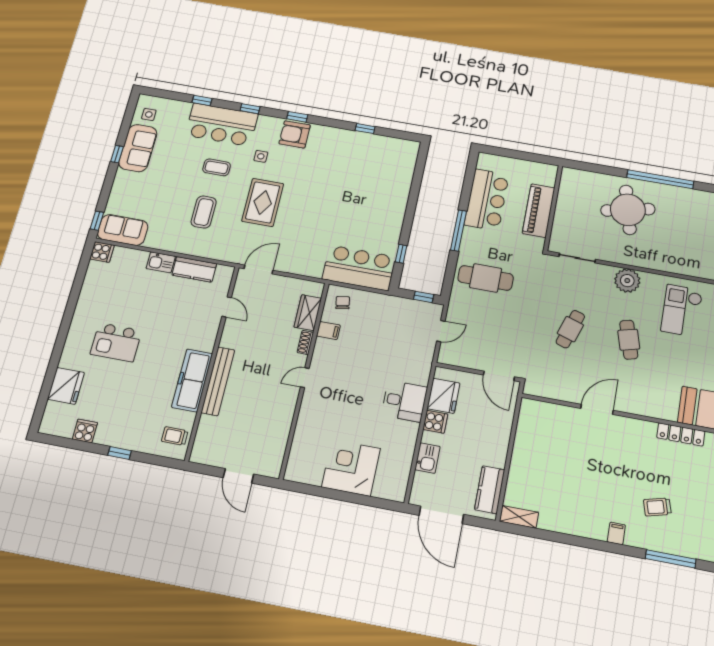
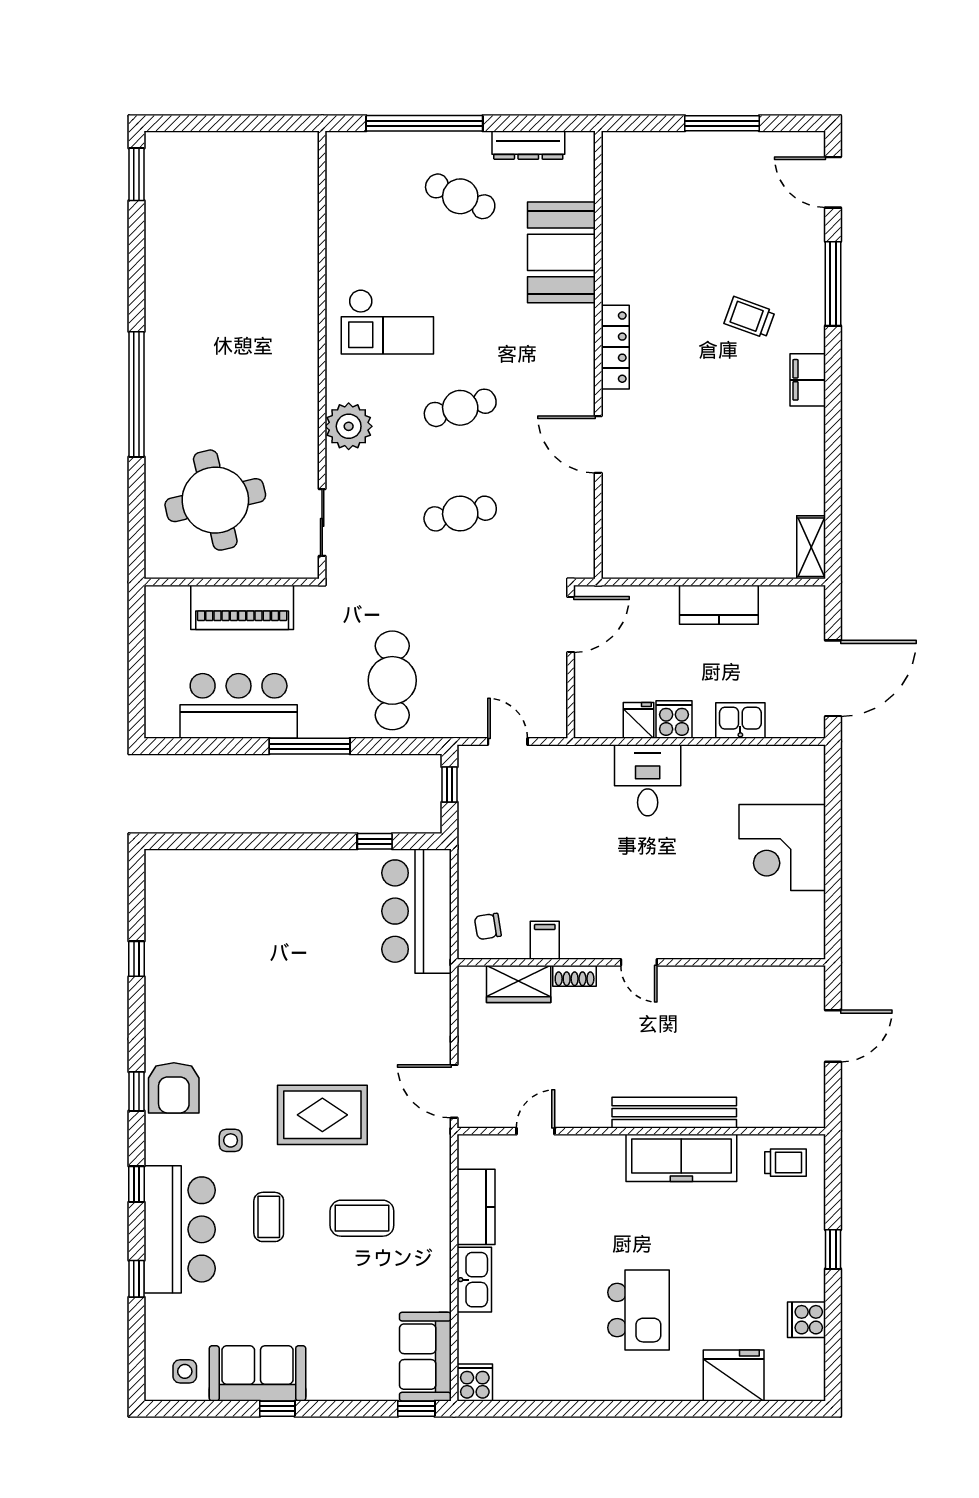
round table: (628, 210) -> (215, 500), moved
kitchen sink: (161, 262) -> (474, 1280), width x1.38
cafe table: (570, 329) -> (460, 514), turned -30
fridge: (443, 396) -> (638, 720), width x0.53, depth x0.75
locker: (681, 434) -> (615, 347), moved
trolley: (175, 436) -> (786, 1163), turned -90
kitchen counter: (490, 490) -> (719, 605), moved
trolley: (657, 507) -> (749, 317), turned 125
filing cabinet: (616, 533) -> (808, 380), width x2.00

